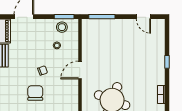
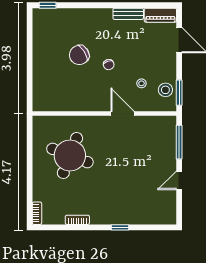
door: (143, 17) -> (179, 180), moved
door: (80, 70) -> (123, 113), moved
chair: (35, 93) -> (79, 55), turned 148

